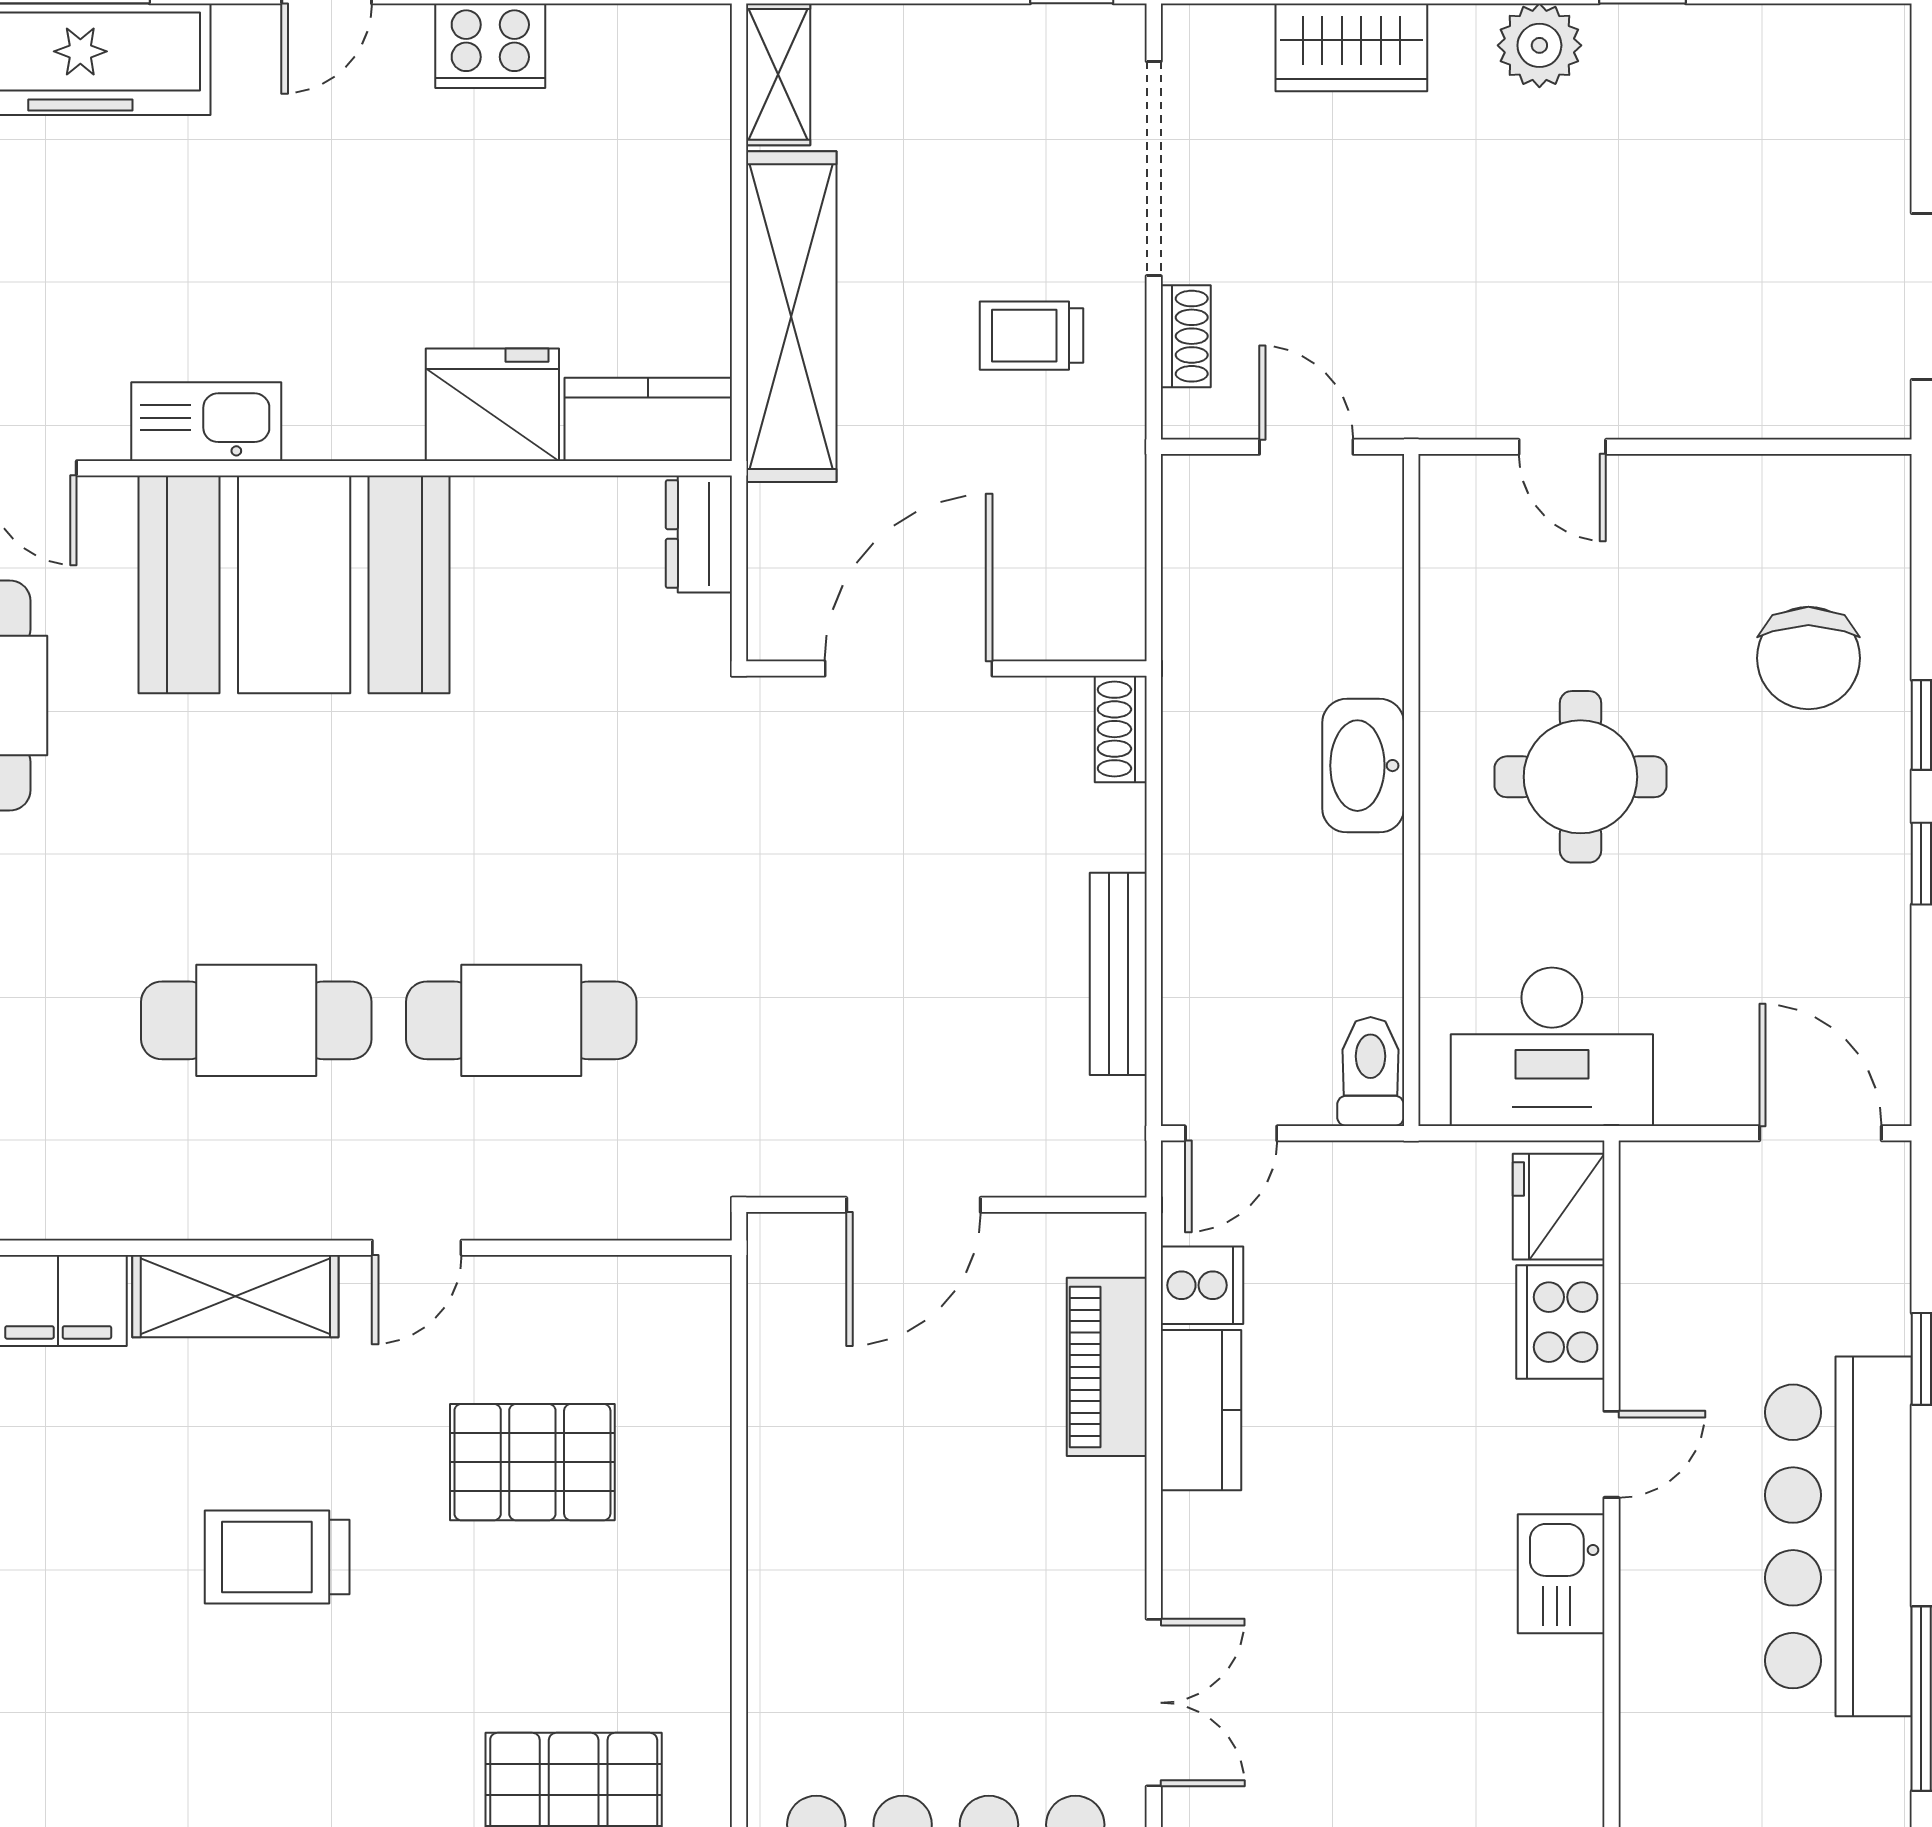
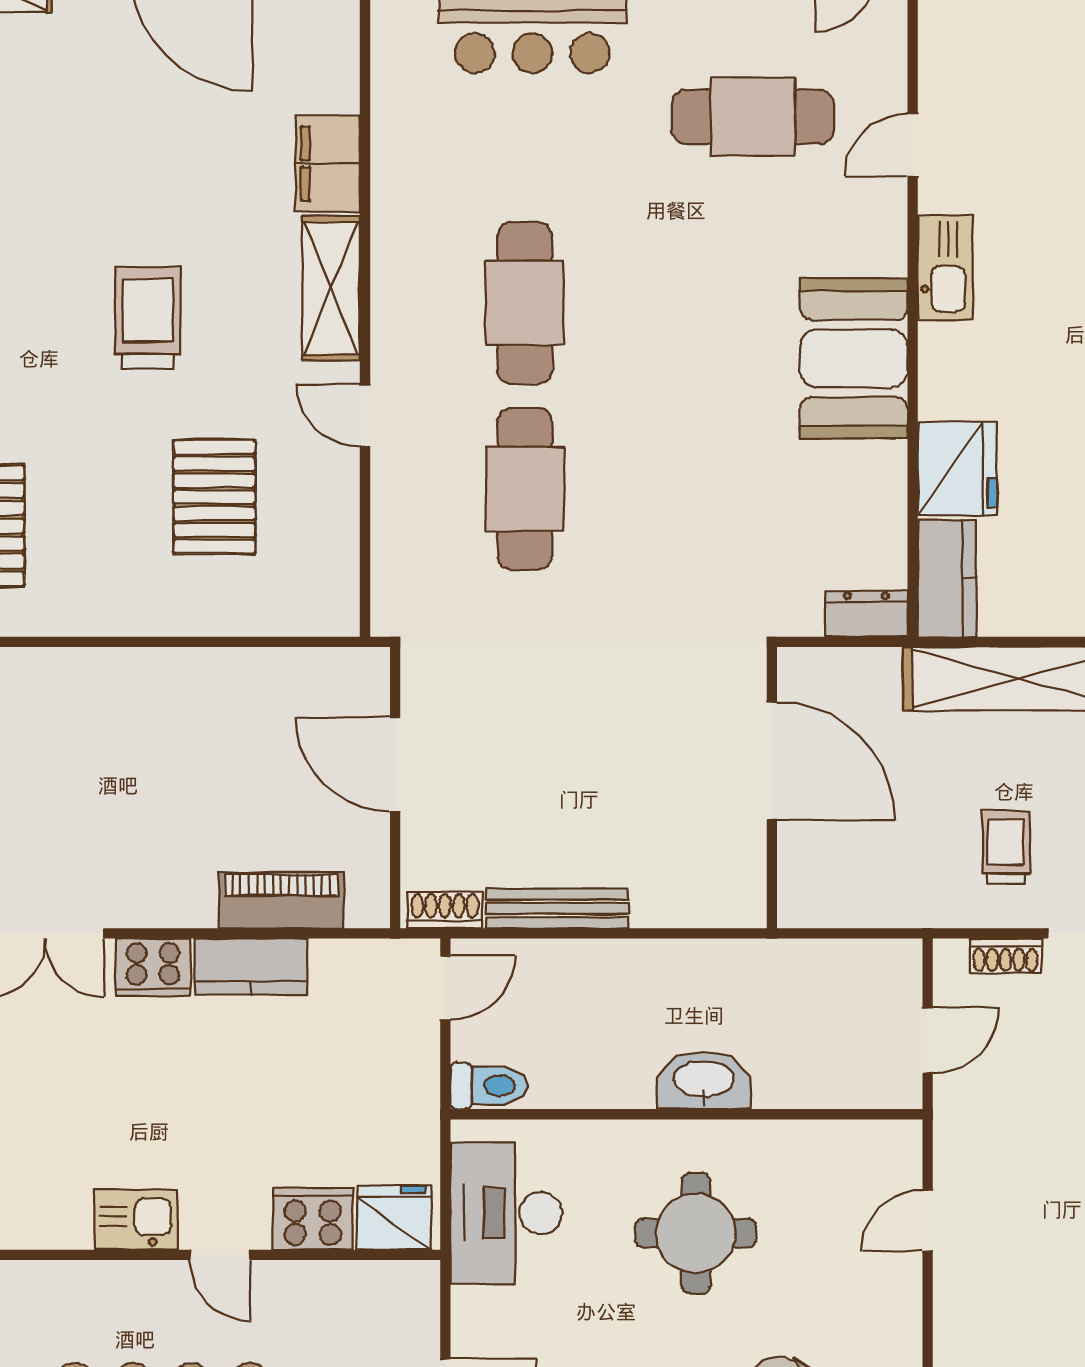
booth: (294, 584) -> (854, 358), width x0.73, depth x0.70
shoe rack: (1121, 729) -> (445, 910), moved
door: (1231, 1133) -> (445, 988), swing flipped
cooker: (1202, 1285) -> (153, 967), moved, width x1.36

